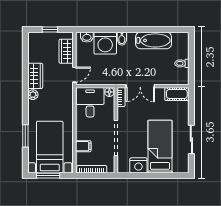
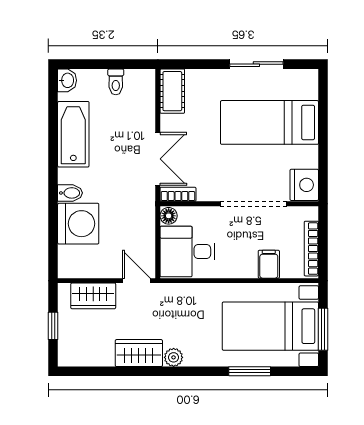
washbasin: (87, 37) -> (67, 80), moved
nightstand: (138, 165) -> (304, 185), moved

